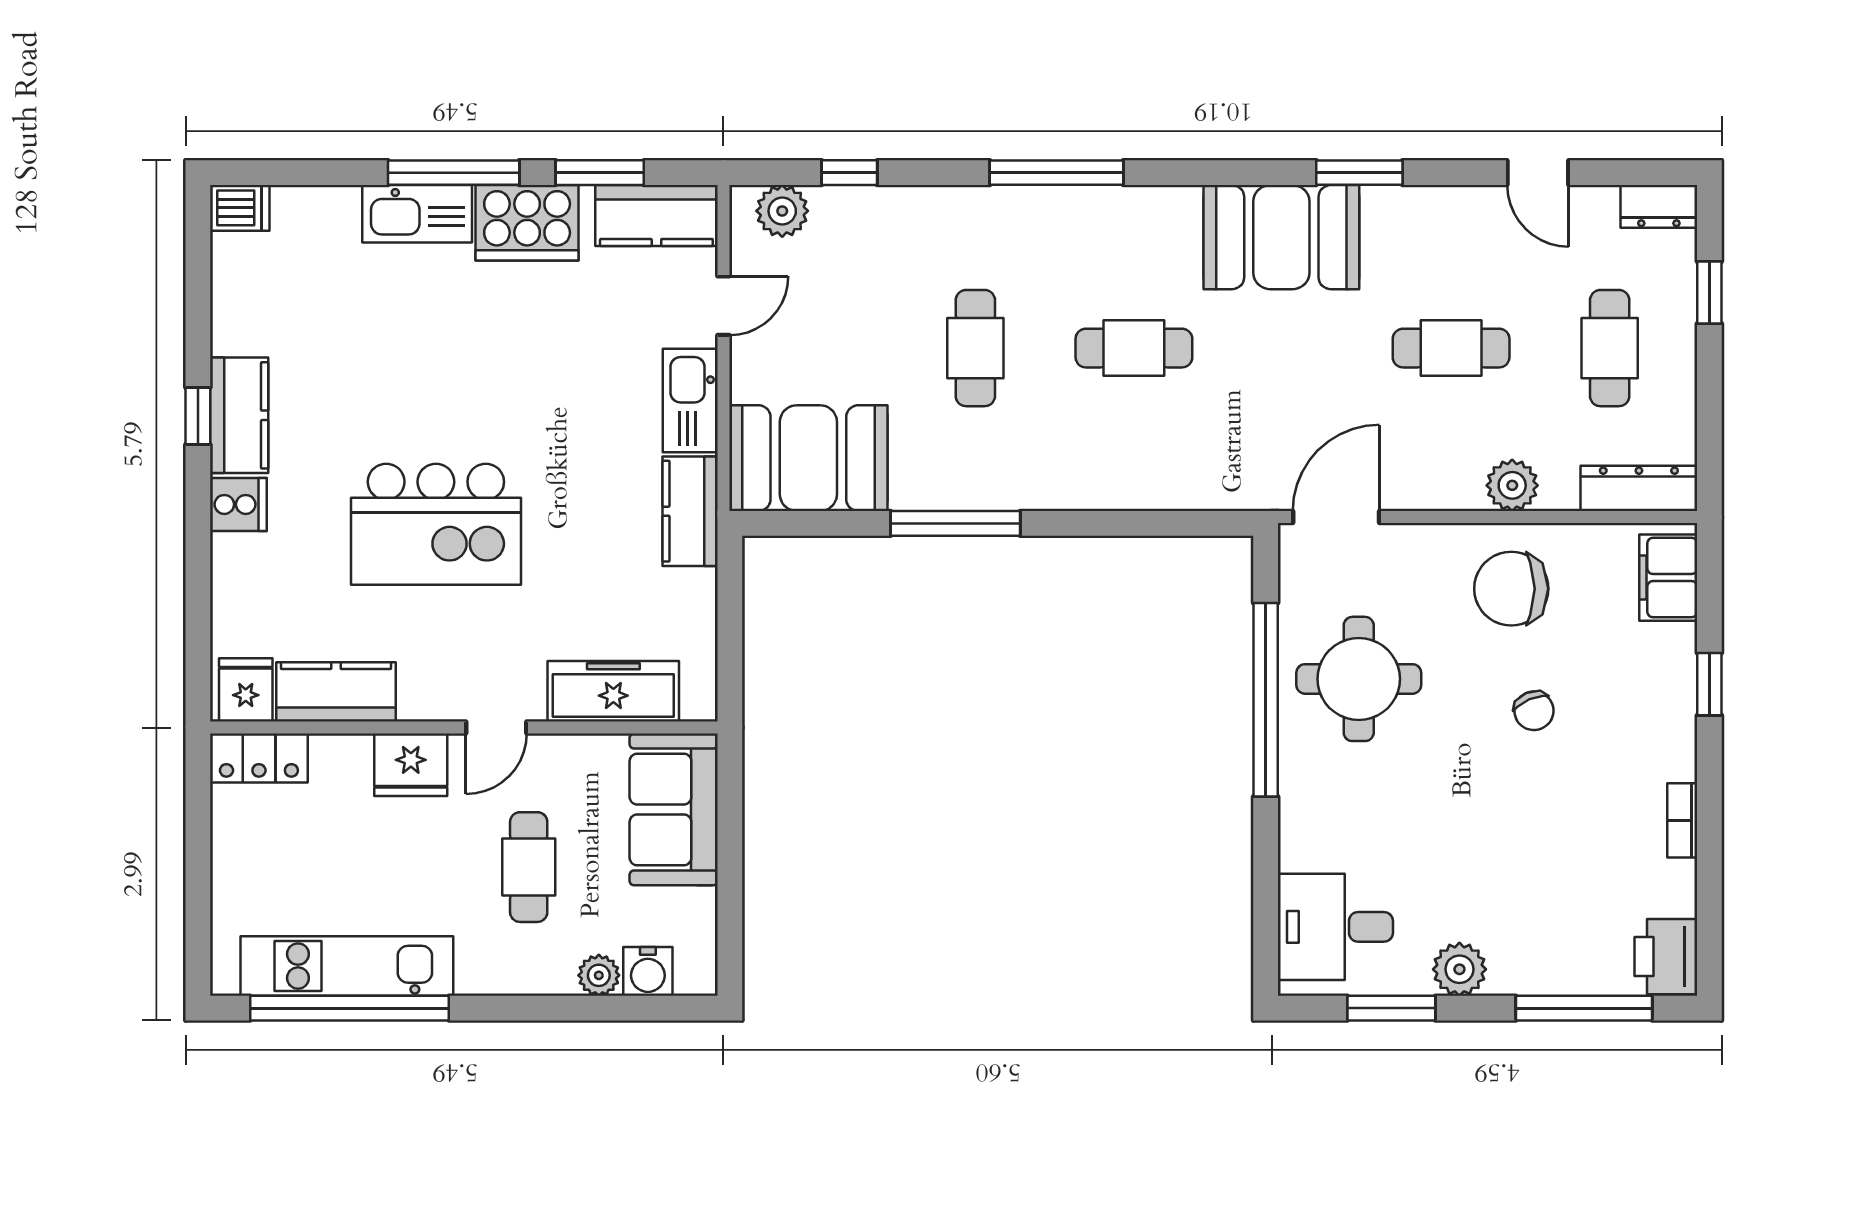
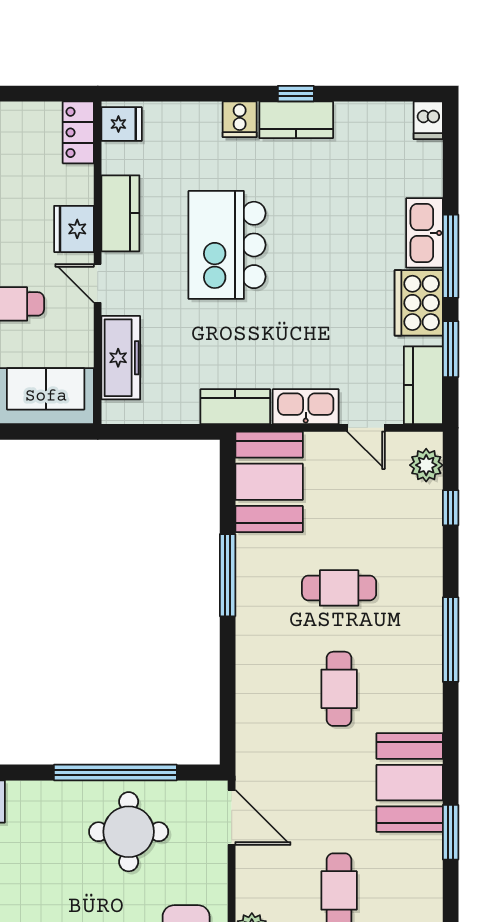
kitchen counter: (336, 692) -> (120, 213), moved

